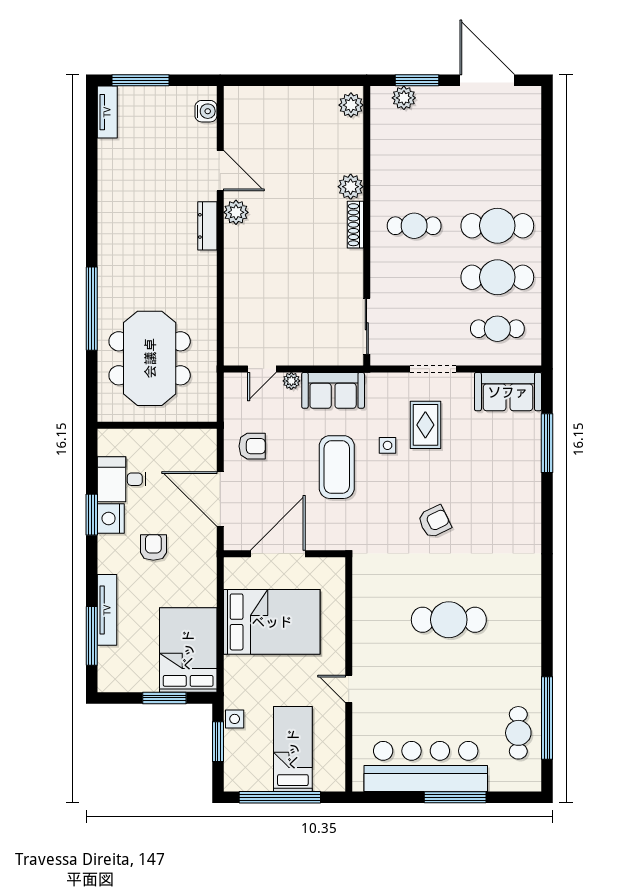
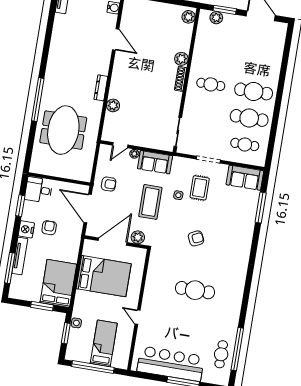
plant: (236, 212) -> (113, 105), moved
dresser: (207, 226) -> (101, 88), moved
wall: (157, 425) -> (59, 179), moved
nightstand: (111, 518) -> (26, 229), moved
plant: (324, 538) -> (138, 237), added

